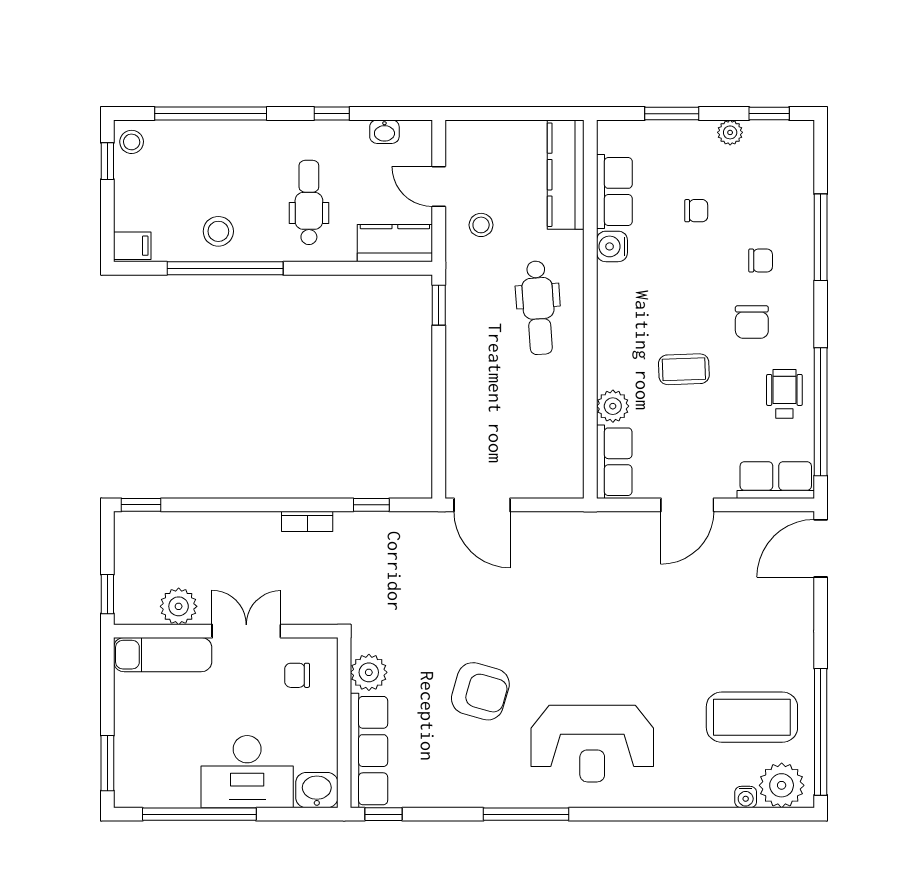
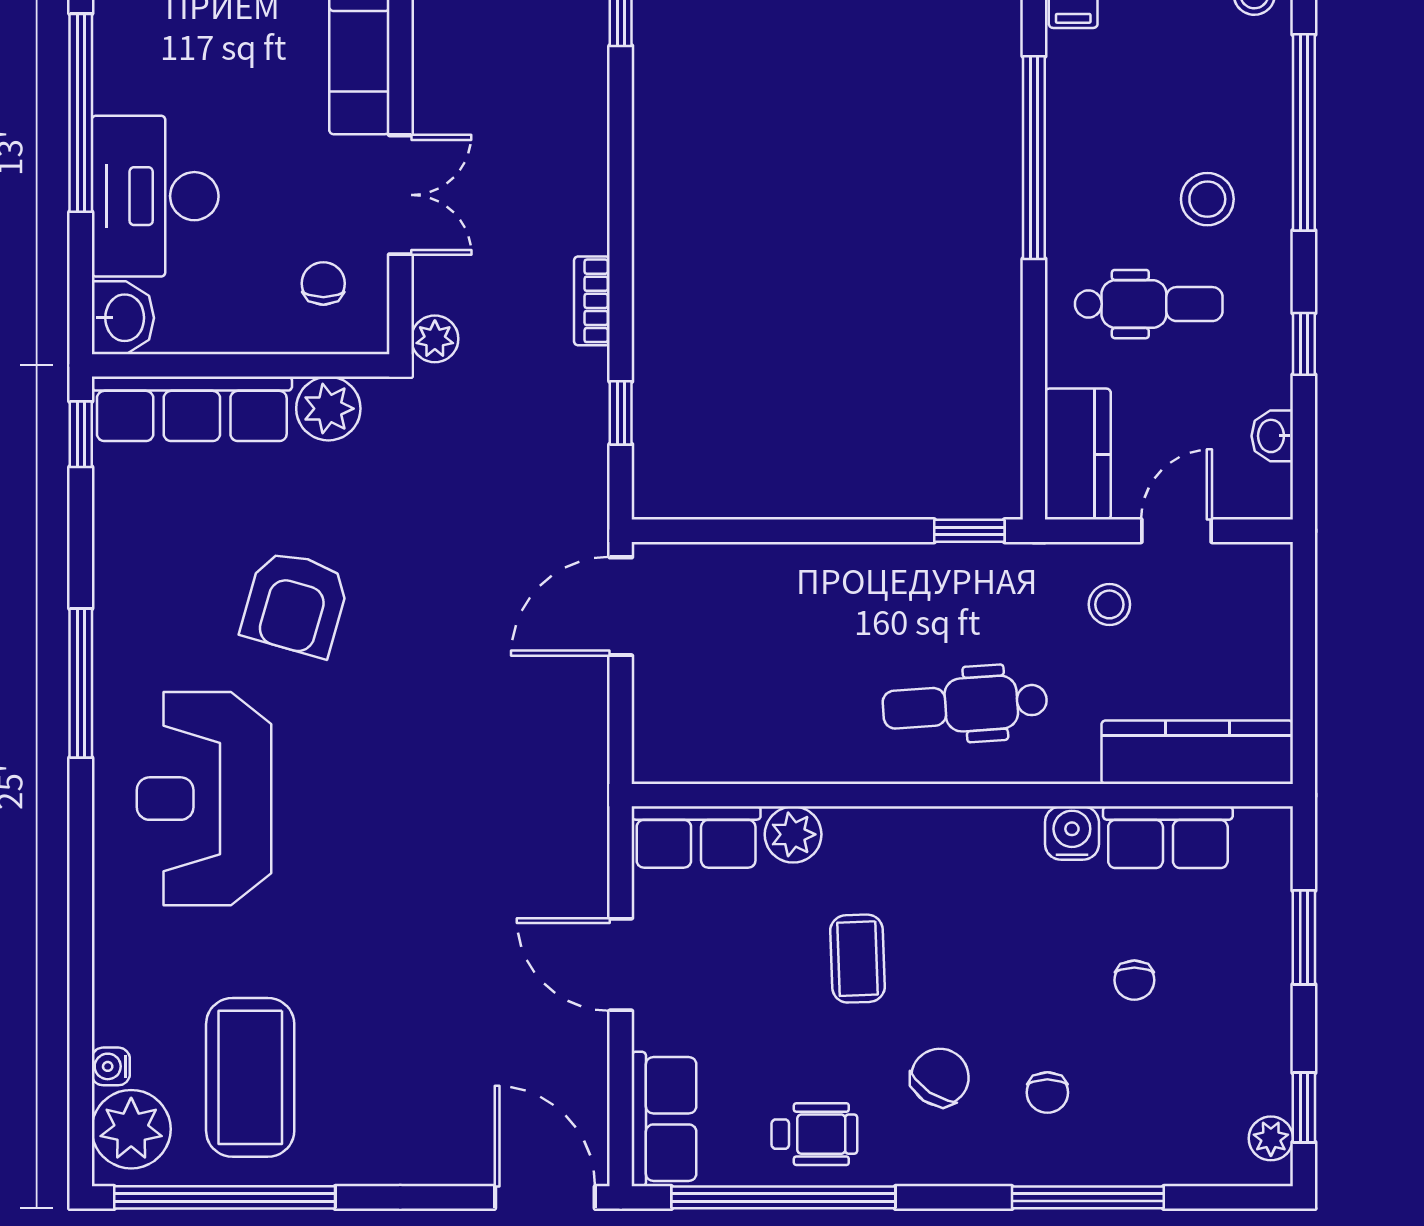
plant: (730, 132) -> (1271, 1138), moved
stool: (218, 231) -> (1207, 199), moved
chair: (752, 322) -> (940, 1077), turned 124
plant: (179, 606) -> (435, 339), moved, width x0.73, depth x0.73

